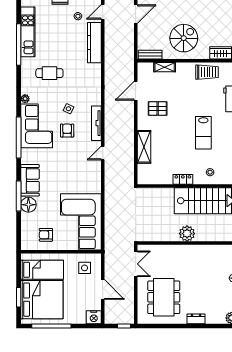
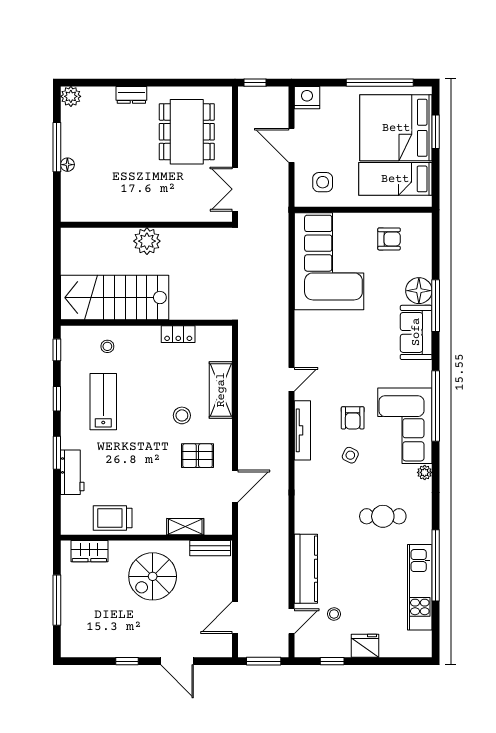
stool: (167, 132) -> (182, 415), added
lab bench: (203, 133) -> (103, 402), moved
locker: (183, 179) -> (178, 334), moved

